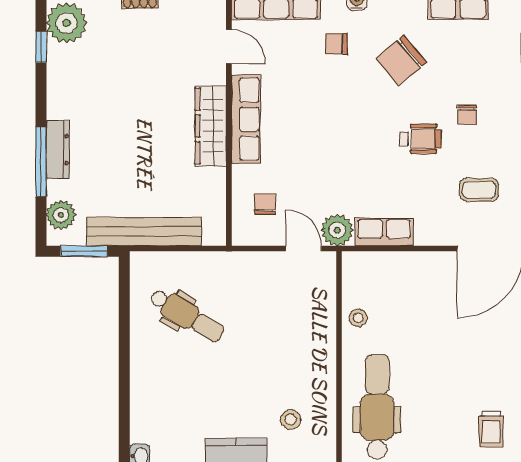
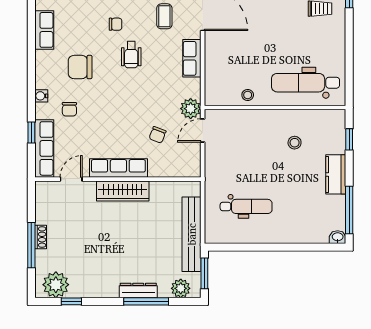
chair: (401, 60) -> (80, 67), turned 130
wheelchair: (420, 139) -> (131, 55), turned 180
chair: (265, 204) -> (158, 135), moved, turned -69
row of seats: (384, 232) -> (192, 58), moved
dental chair: (187, 315) -> (246, 206), turned 59
stool: (291, 419) -> (295, 143), moved

